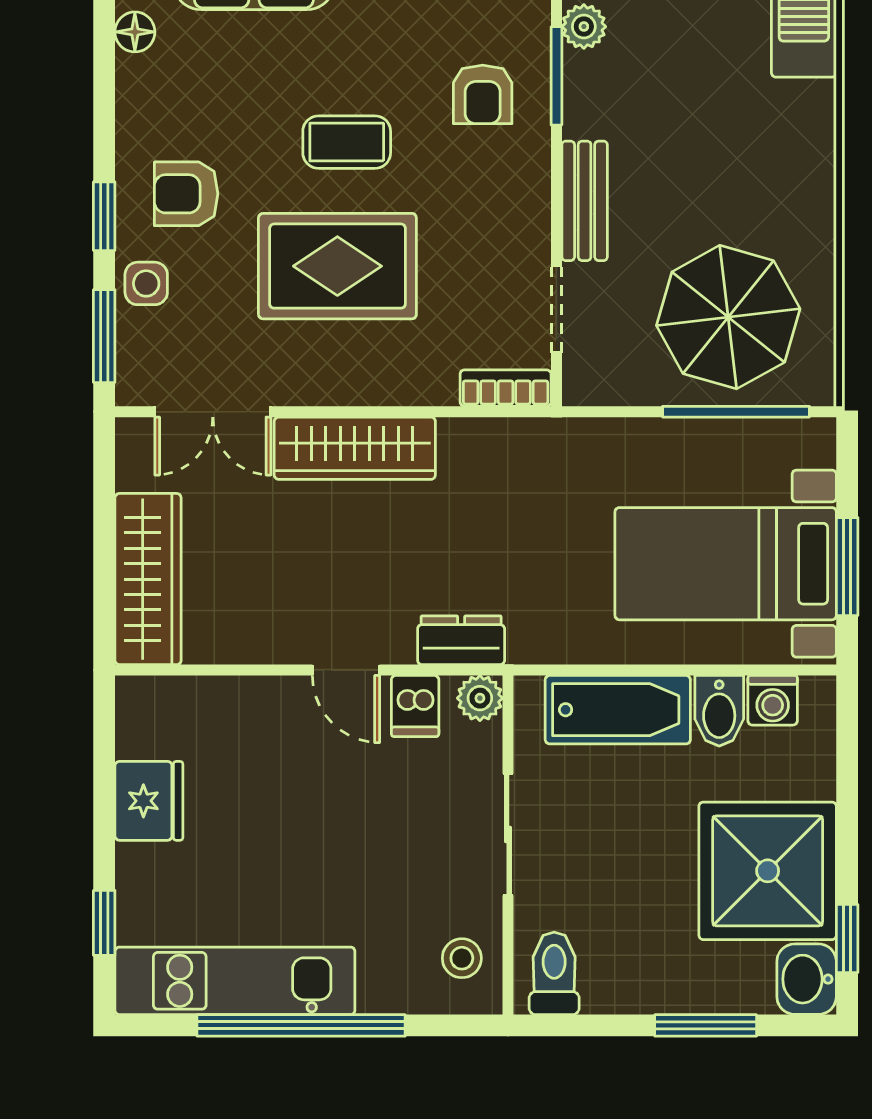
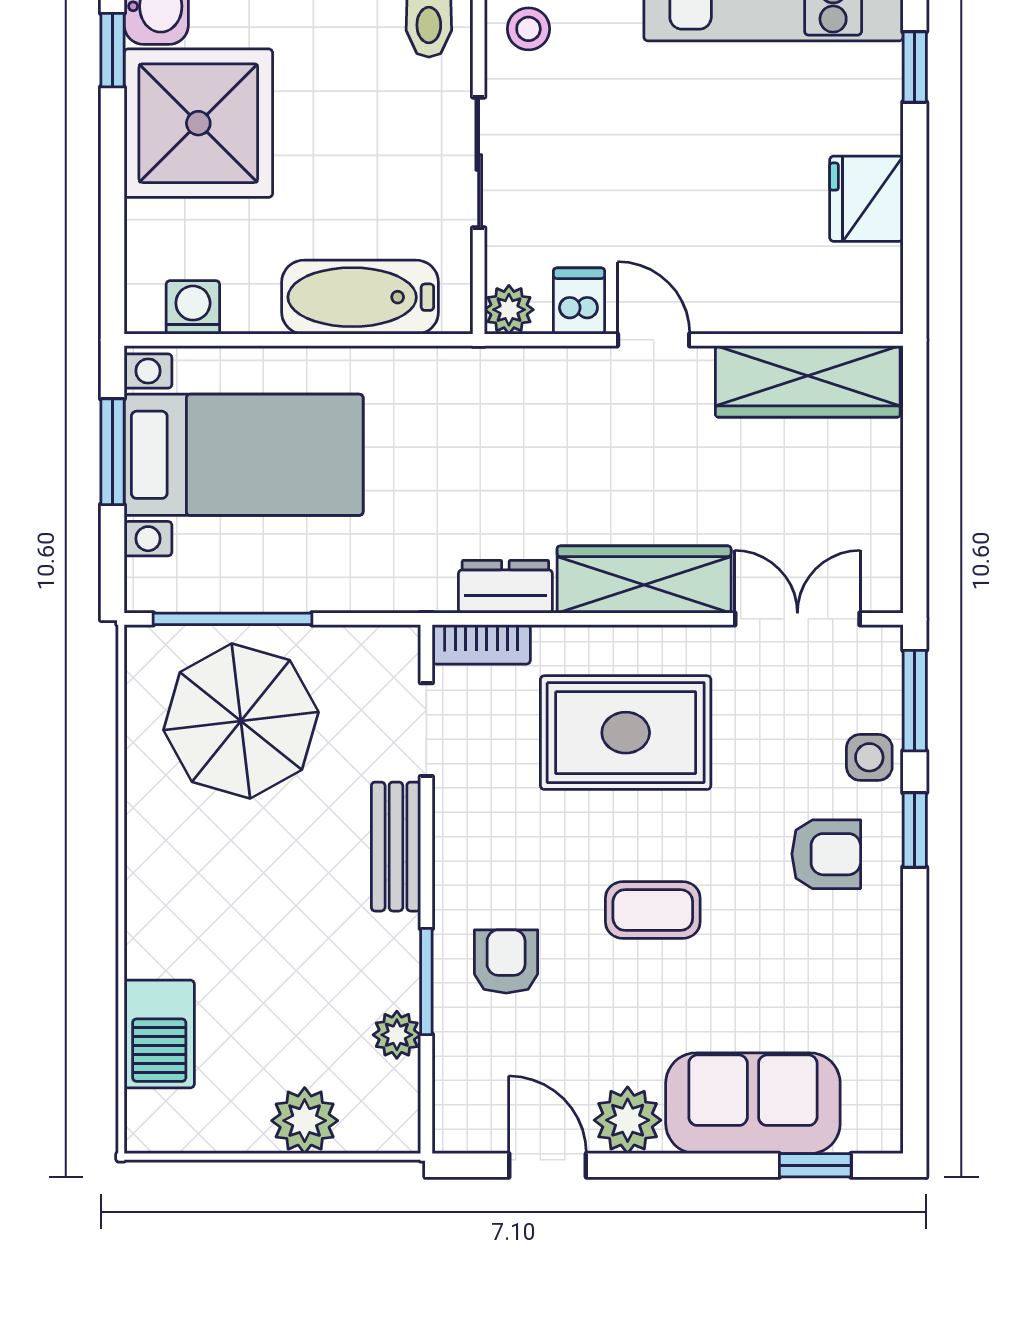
floor lamp: (135, 32) -> (881, 1029), removed
rug: (337, 266) -> (626, 733), moved
wardrobe: (148, 579) -> (808, 381), moved, turned -90
dresser: (461, 640) -> (505, 587), moved, turned 180
bidet: (719, 711) -> (251, 296), removed

